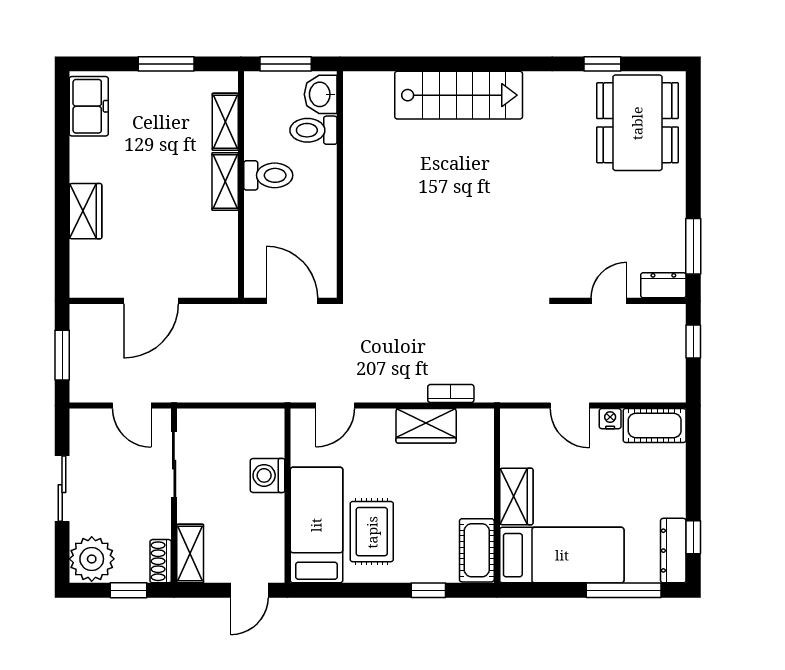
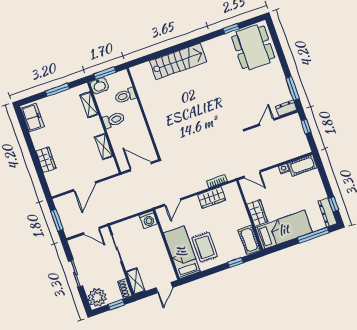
washbasin: (321, 94) -> (99, 86), moved, turned -90
shelving: (225, 182) -> (104, 147), moved
door: (570, 406) -> (252, 174), moved
washing machine: (268, 475) -> (148, 220), moved, turned -90

